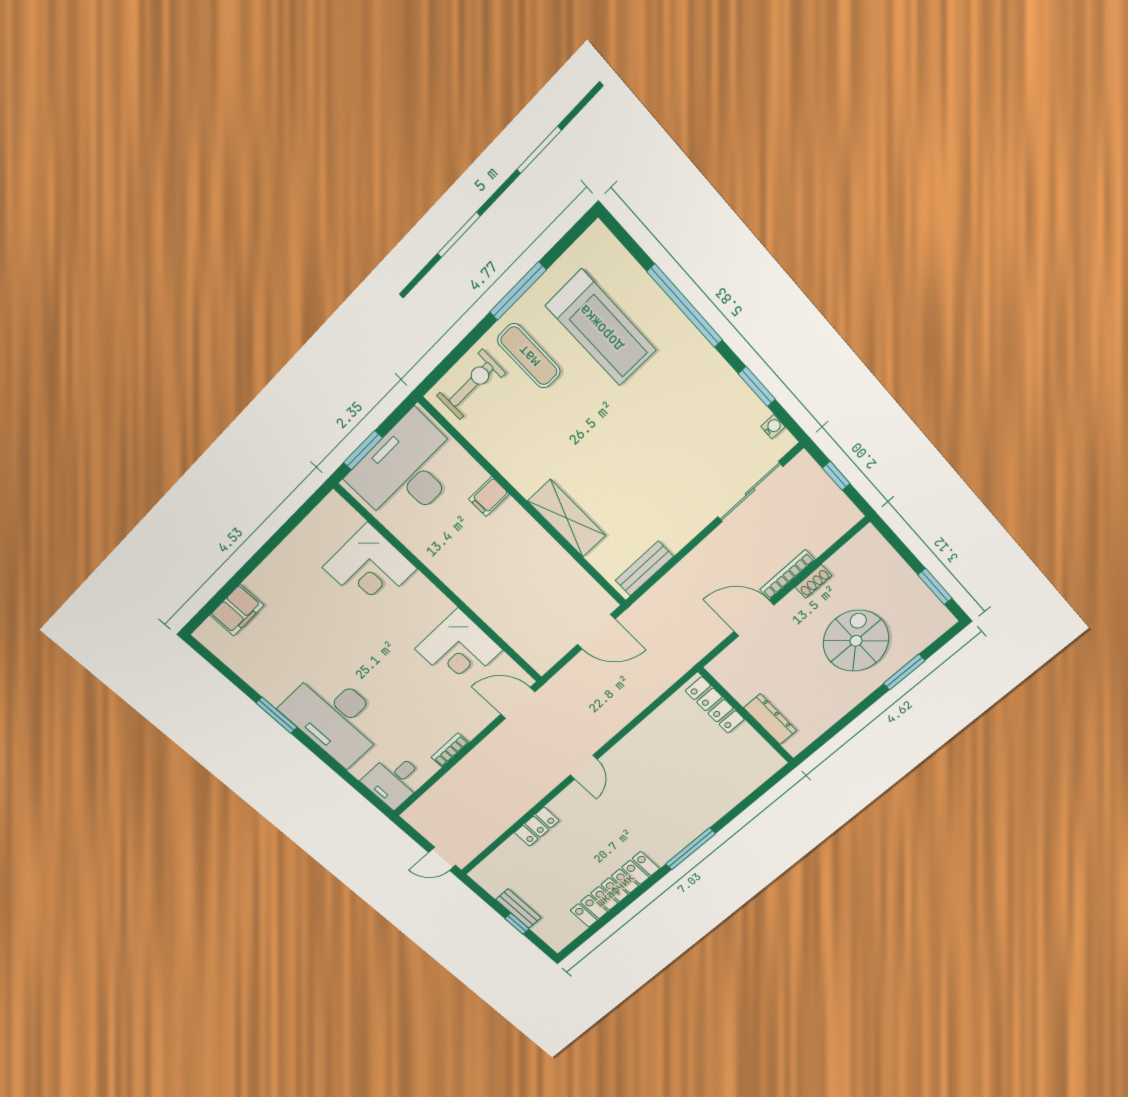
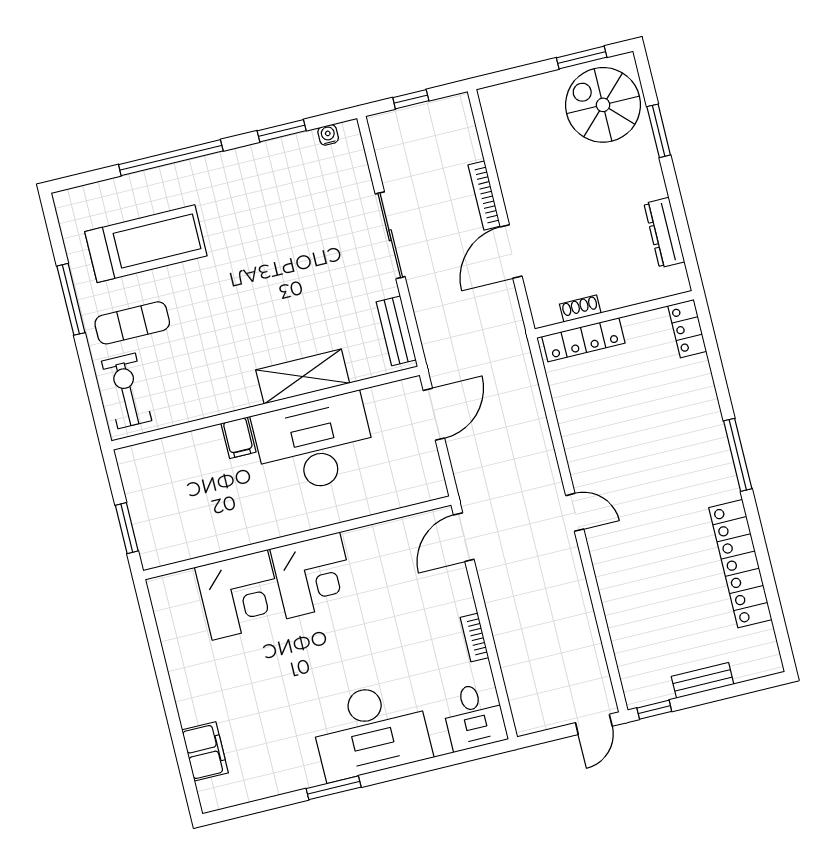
desk: (407, 471) -> (315, 444), moved, turned 90
sliding door: (750, 492) -> (390, 235), moved
shoe rack: (813, 581) -> (580, 309), moved, turned -90
spiral stairs: (856, 641) -> (603, 105), moved
corner desk: (459, 649) -> (313, 575), moved
dresser: (770, 719) -> (664, 233), moved, turned -90
locker: (537, 827) -> (687, 329), moved, turned 180
window: (517, 924) -> (654, 710), moved

